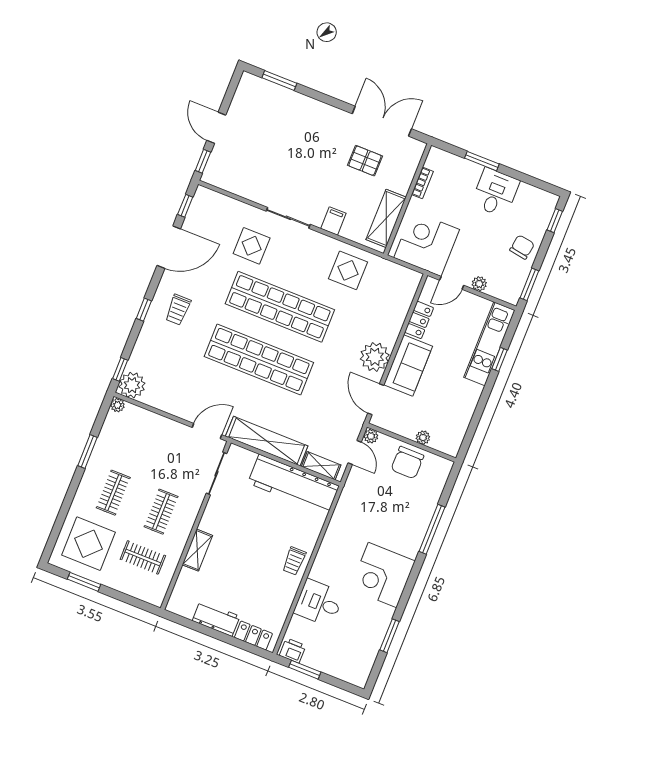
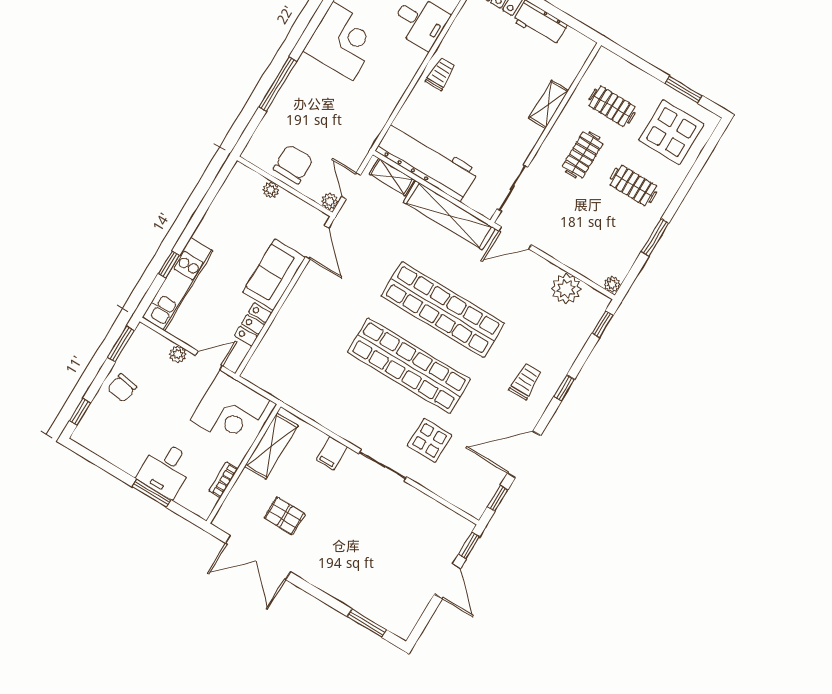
desk: (495, 193) -> (166, 469), moved
display table: (348, 270) -> (324, 394), removed
plant: (375, 357) -> (310, 291), removed
plant: (132, 385) -> (566, 289), moved
clothes rail: (113, 493) -> (633, 186), turned 90

